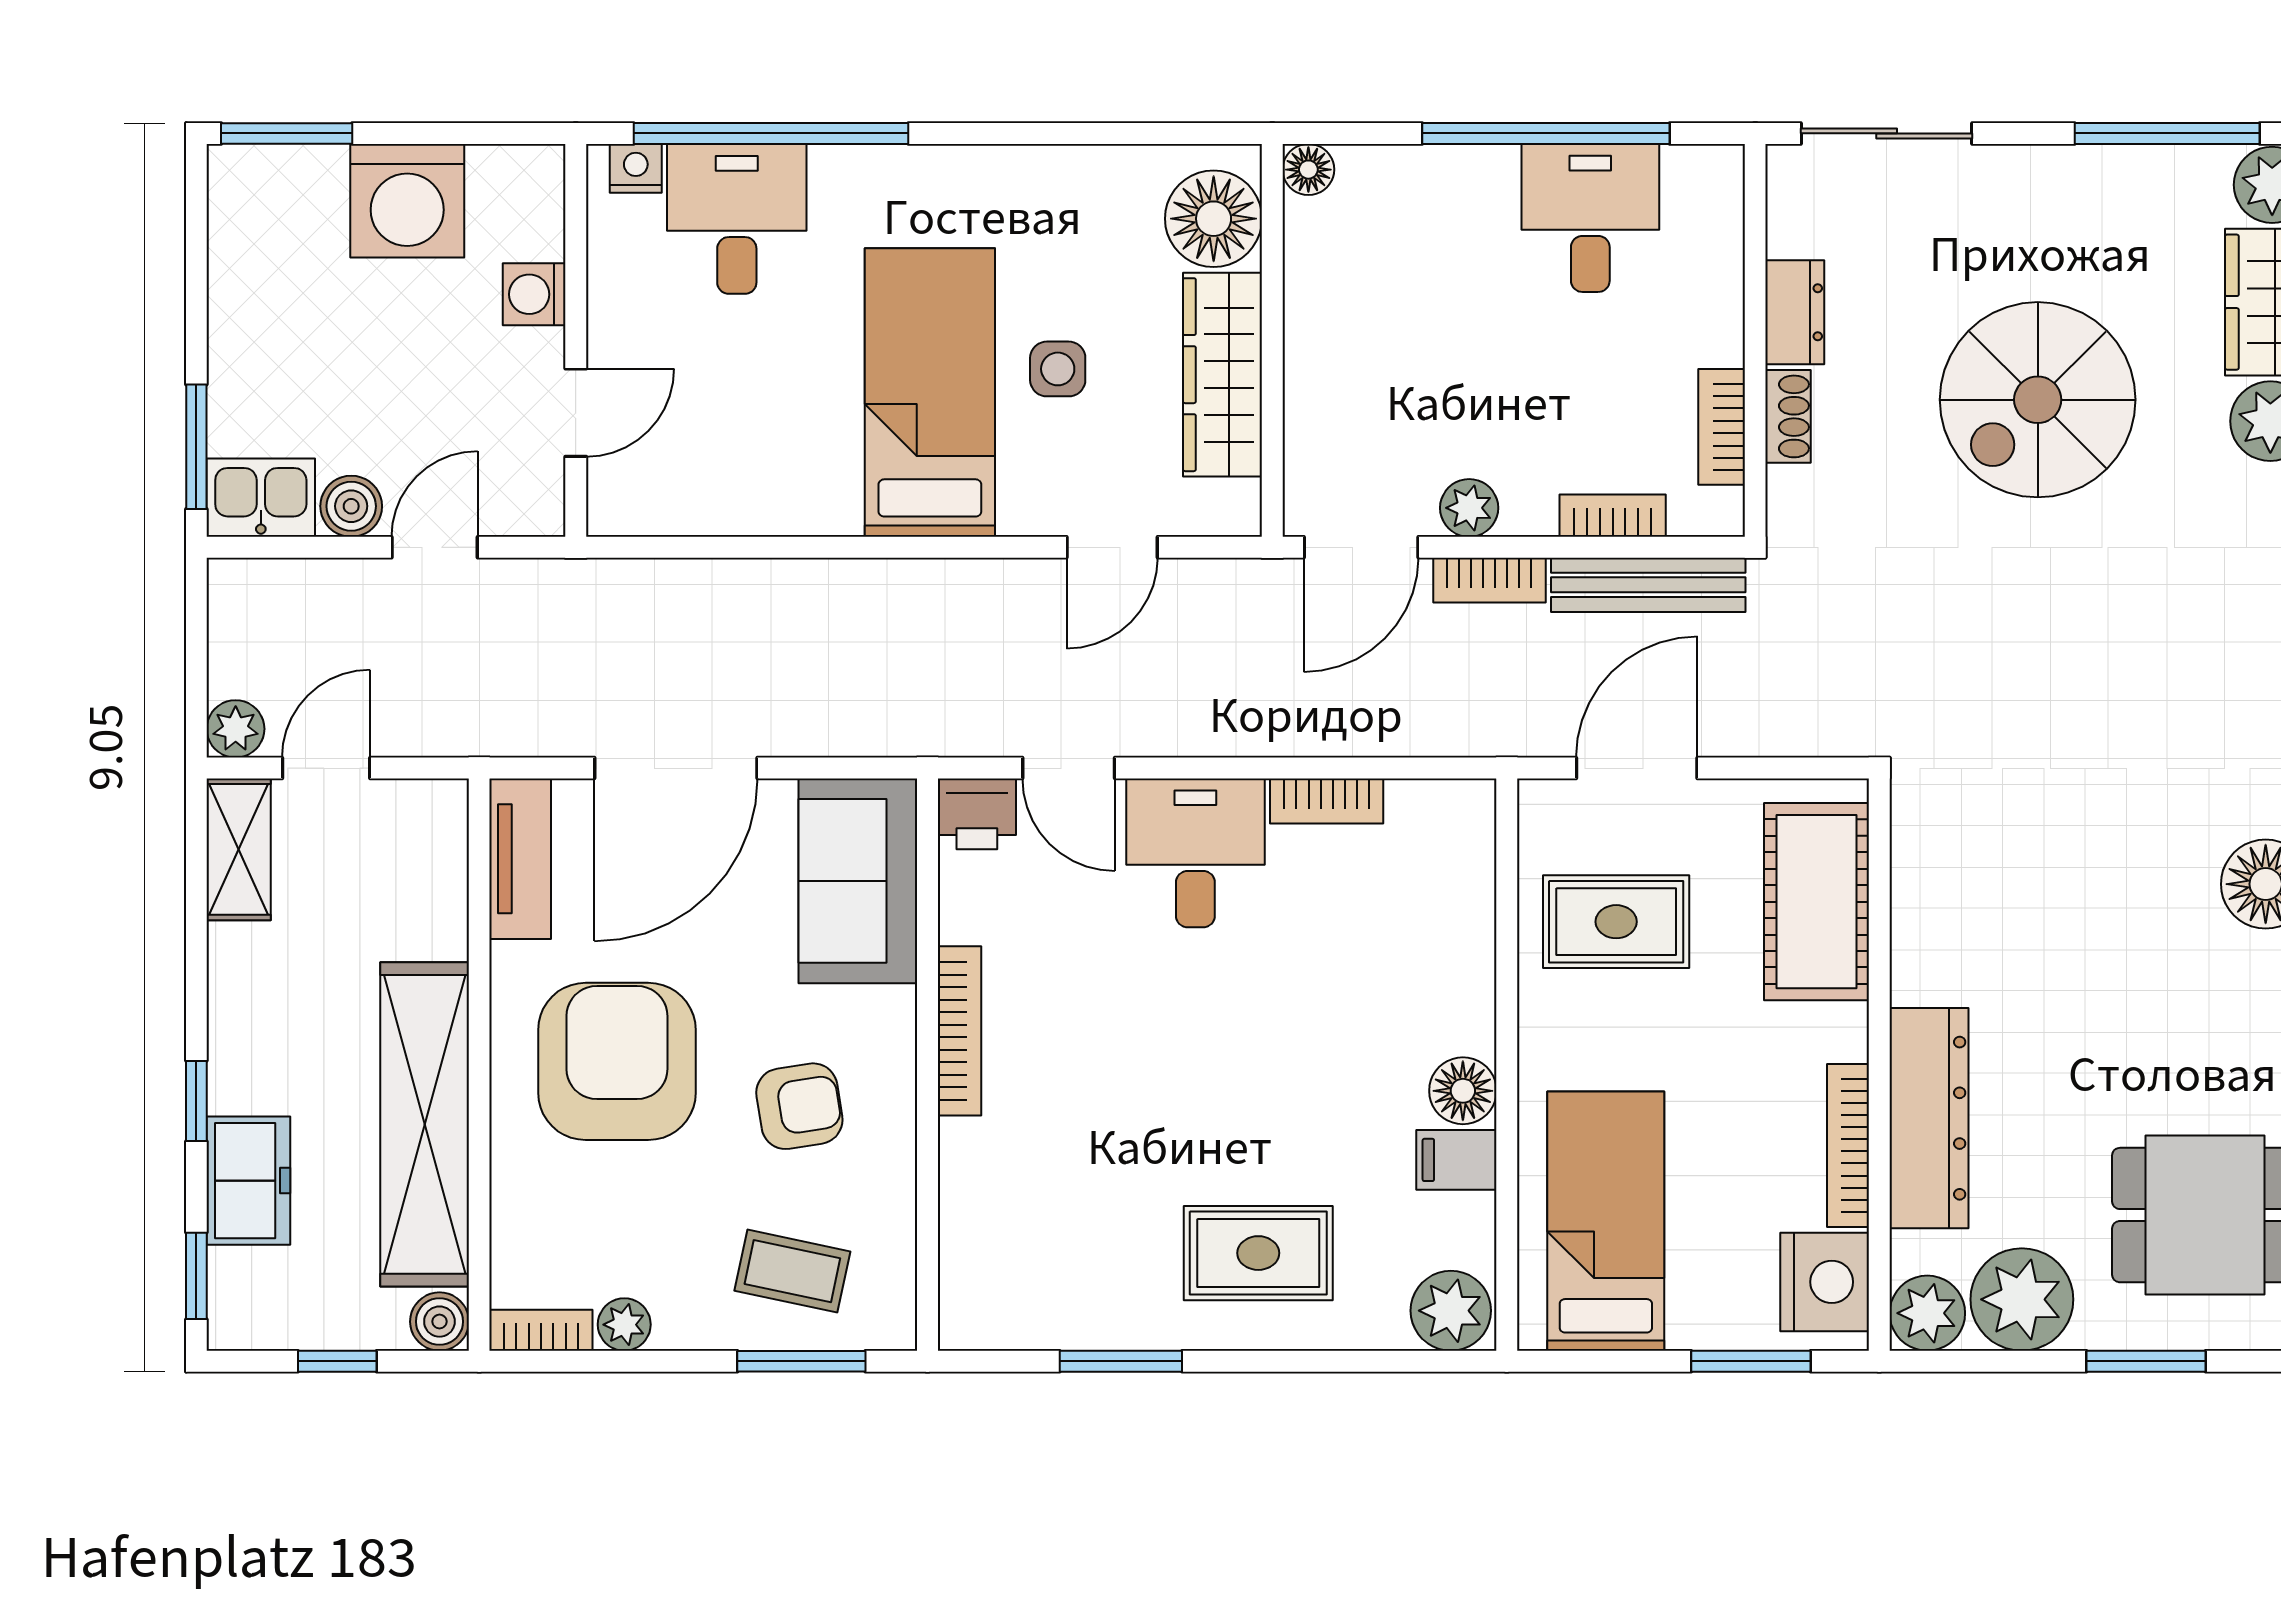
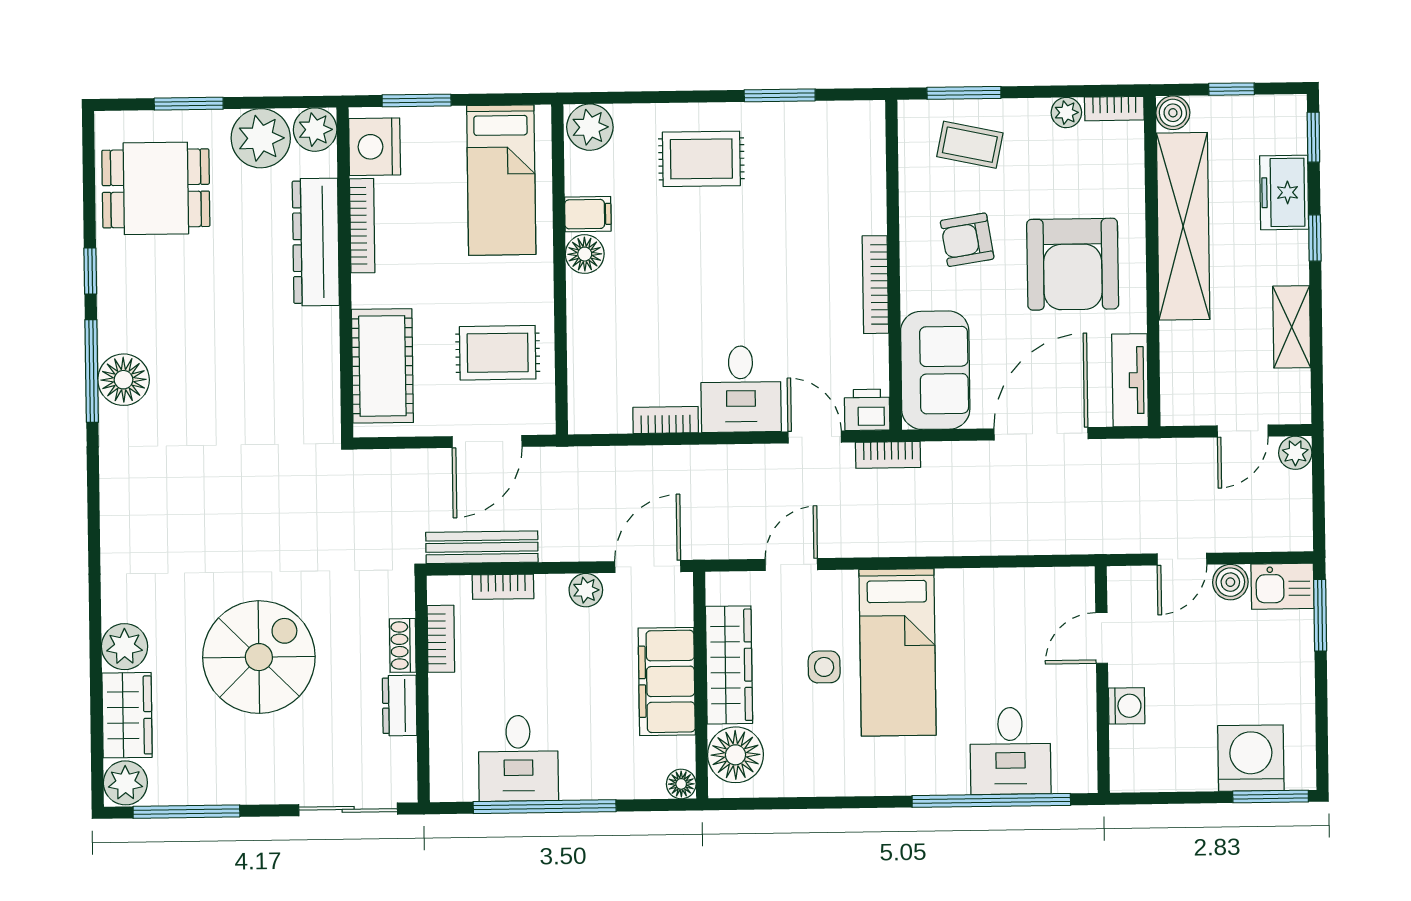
nightstand: (636, 168) -> (1069, 779), removed
washing machine: (407, 201) -> (1251, 758), moved
filing cabinet: (1331, 348) -> (667, 681), added
bookcase: (1489, 580) -> (888, 455), moved, turned 180
shelving: (239, 849) -> (1292, 327), moved

